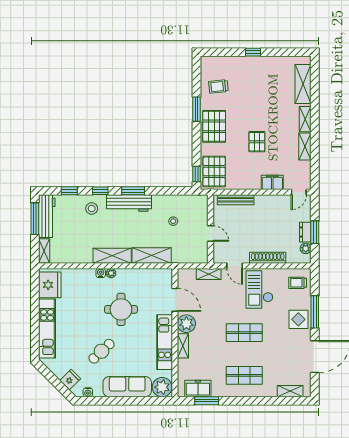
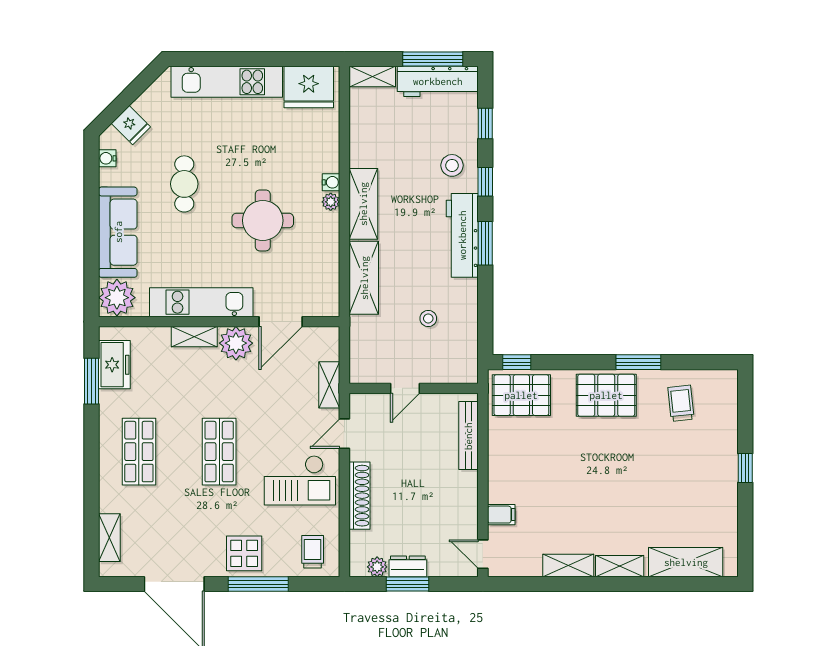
pallet: (257, 142) -> (577, 475), removed
filing cabinet: (272, 182) -> (501, 515), width x0.50
checkout: (260, 290) -> (300, 480), turned 180
cafe table: (102, 351) -> (184, 184), turned 43

